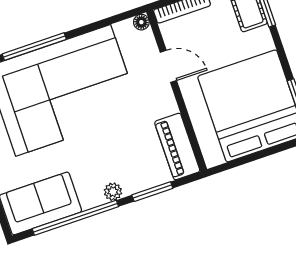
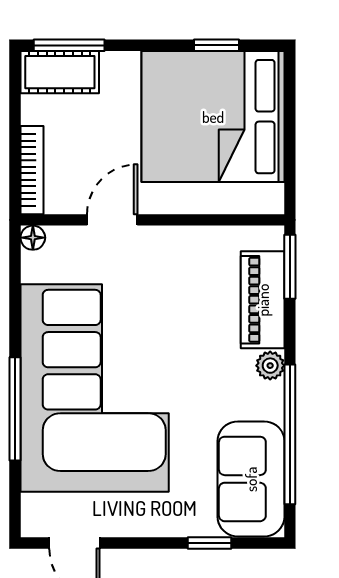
piano: (177, 146) -> (263, 300), moved, turned 90
window: (152, 192) -> (290, 267), moved

